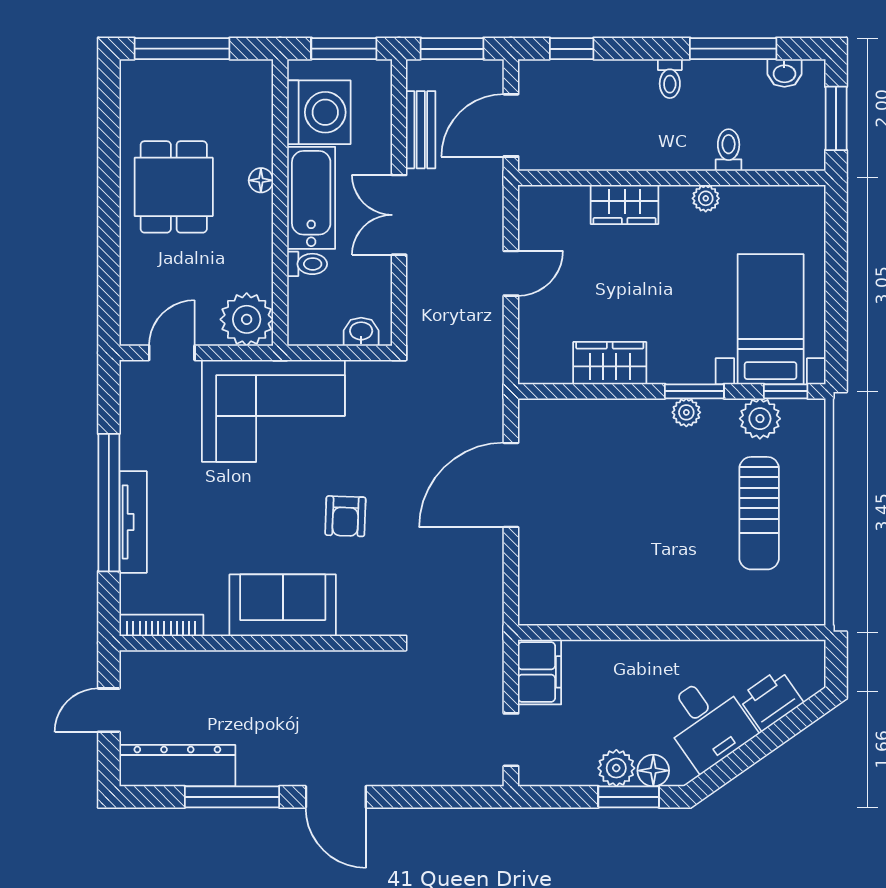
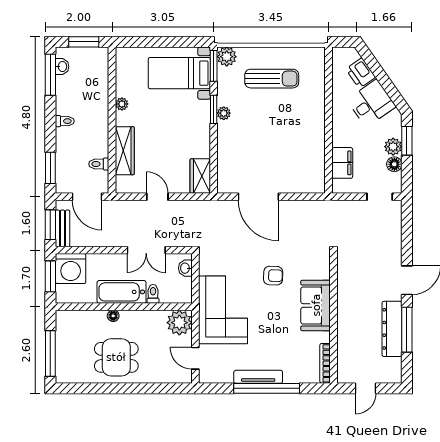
window: (572, 49) -> (50, 168), width x1.50
window: (733, 49) -> (50, 75), moved
washing machine: (319, 112) -> (71, 269), moved, turned 180
bench: (421, 130) -> (62, 228), moved, turned 90
toilet: (729, 150) -> (99, 164), moved
wardrobe: (625, 205) -> (125, 151), width x1.50
double door: (399, 215) -> (146, 250), moved
wardrobe: (610, 363) -> (200, 176), moved
window: (786, 391) -> (214, 66), width x1.50
plant: (760, 419) -> (227, 57), moved
tv unit: (133, 522) -> (258, 377), moved
filing cabinet: (540, 672) -> (342, 163), moved, turned 90
door: (109, 710) -> (366, 388), hinge flipped
dresser: (177, 766) -> (392, 329), moved
floor lamp: (653, 771) -> (394, 164), moved

